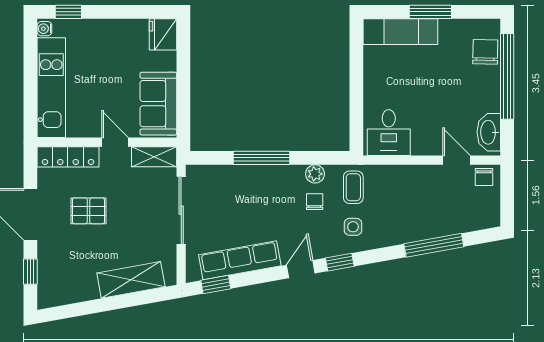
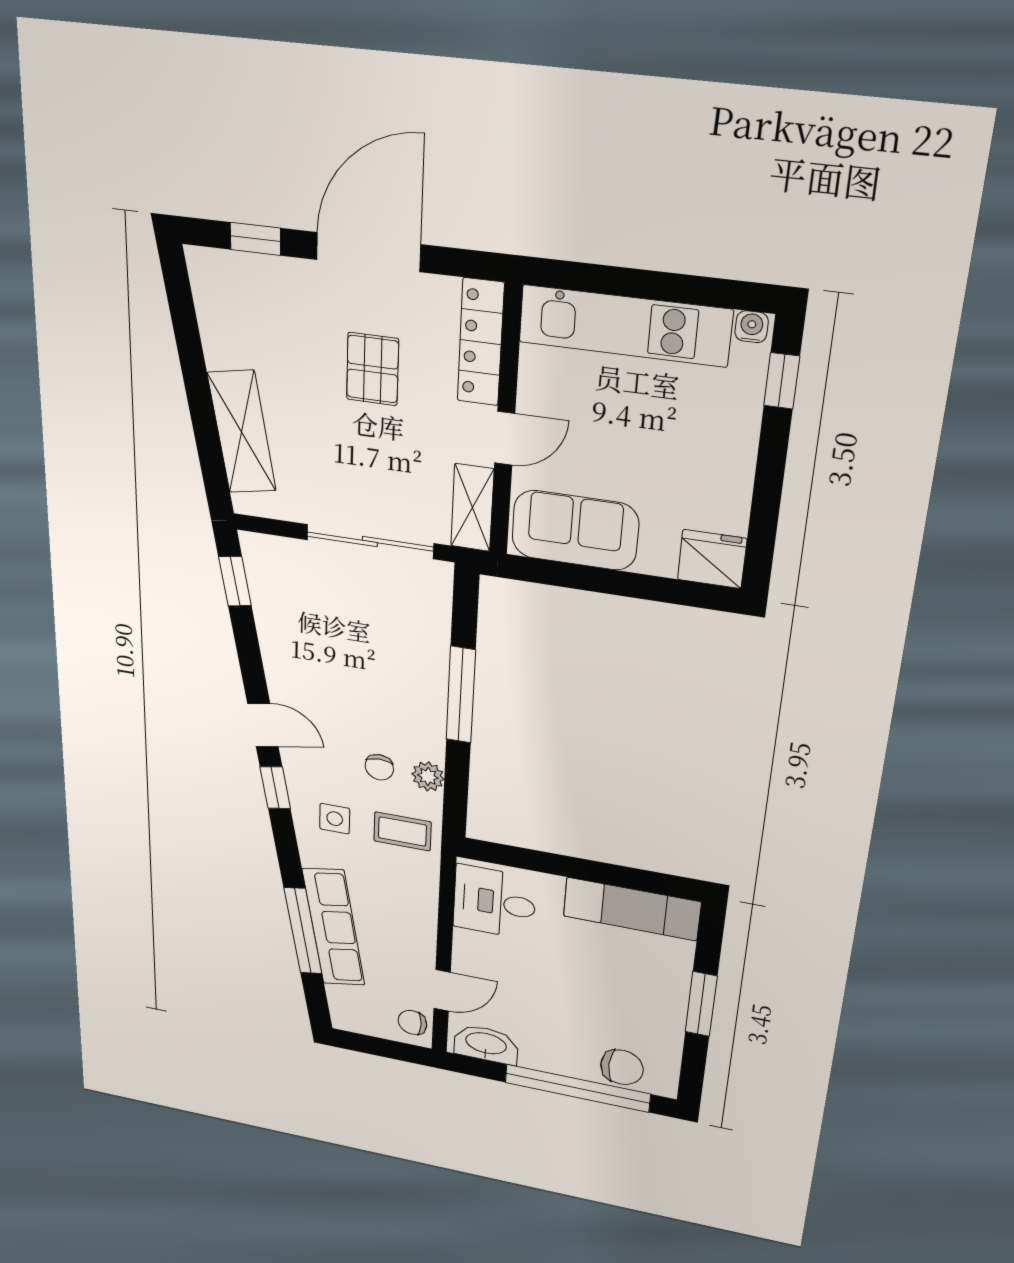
exam couch: (400, 32) -> (632, 909), moved, turned -90
chair: (315, 202) -> (379, 767), turned 90
row of seats: (240, 260) -> (334, 927), moved

